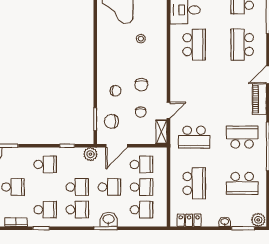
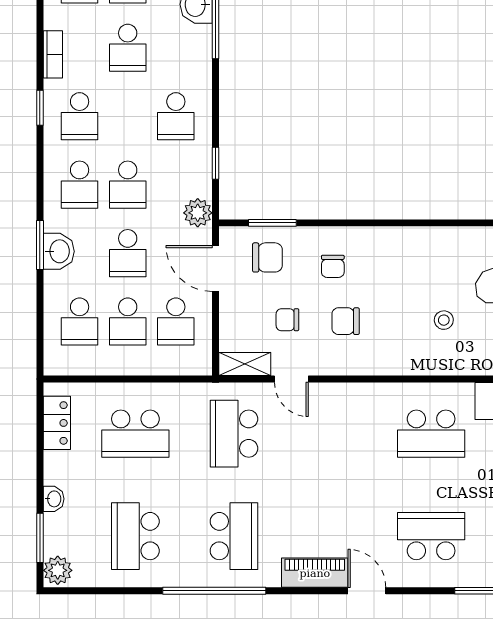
chair: (111, 121) -> (267, 257), turned 90

